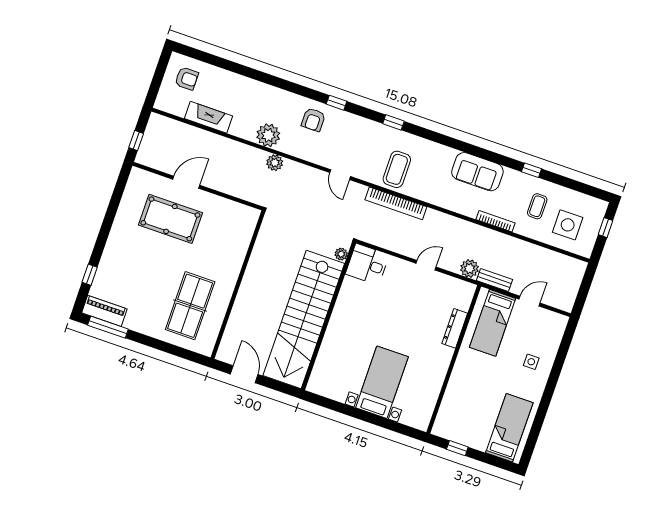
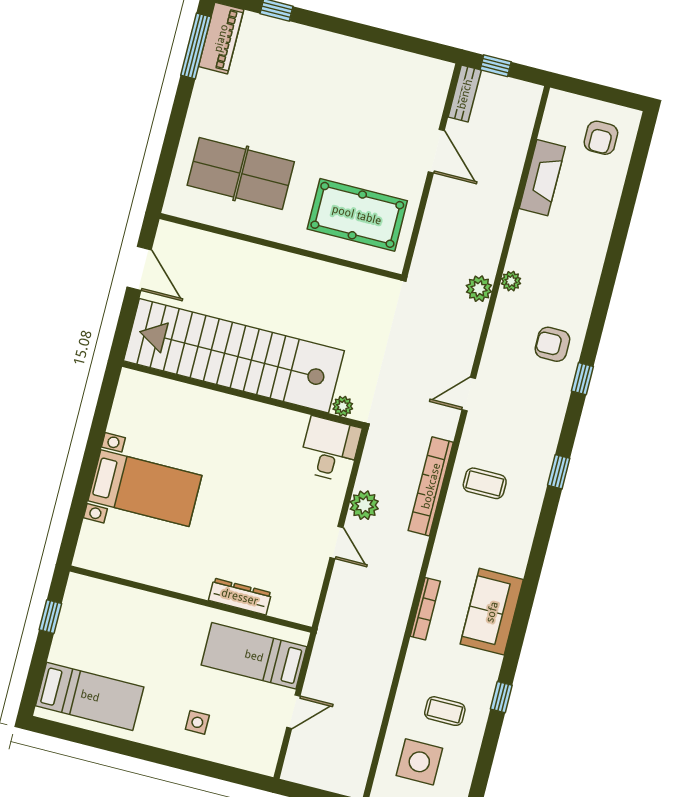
plant: (268, 135) -> (511, 281), width x0.53, depth x0.53
coffee table: (397, 169) -> (485, 483), width x0.73, depth x0.77
pool table: (170, 219) -> (357, 215), moved, turned 90
bookcase: (495, 221) -> (425, 609), moved
plant: (469, 268) -> (364, 505), moved
bench: (495, 280) -> (465, 94), moved
door: (530, 301) -> (293, 712), hinge flipped
door: (244, 374) -> (139, 268), hinge flipped

